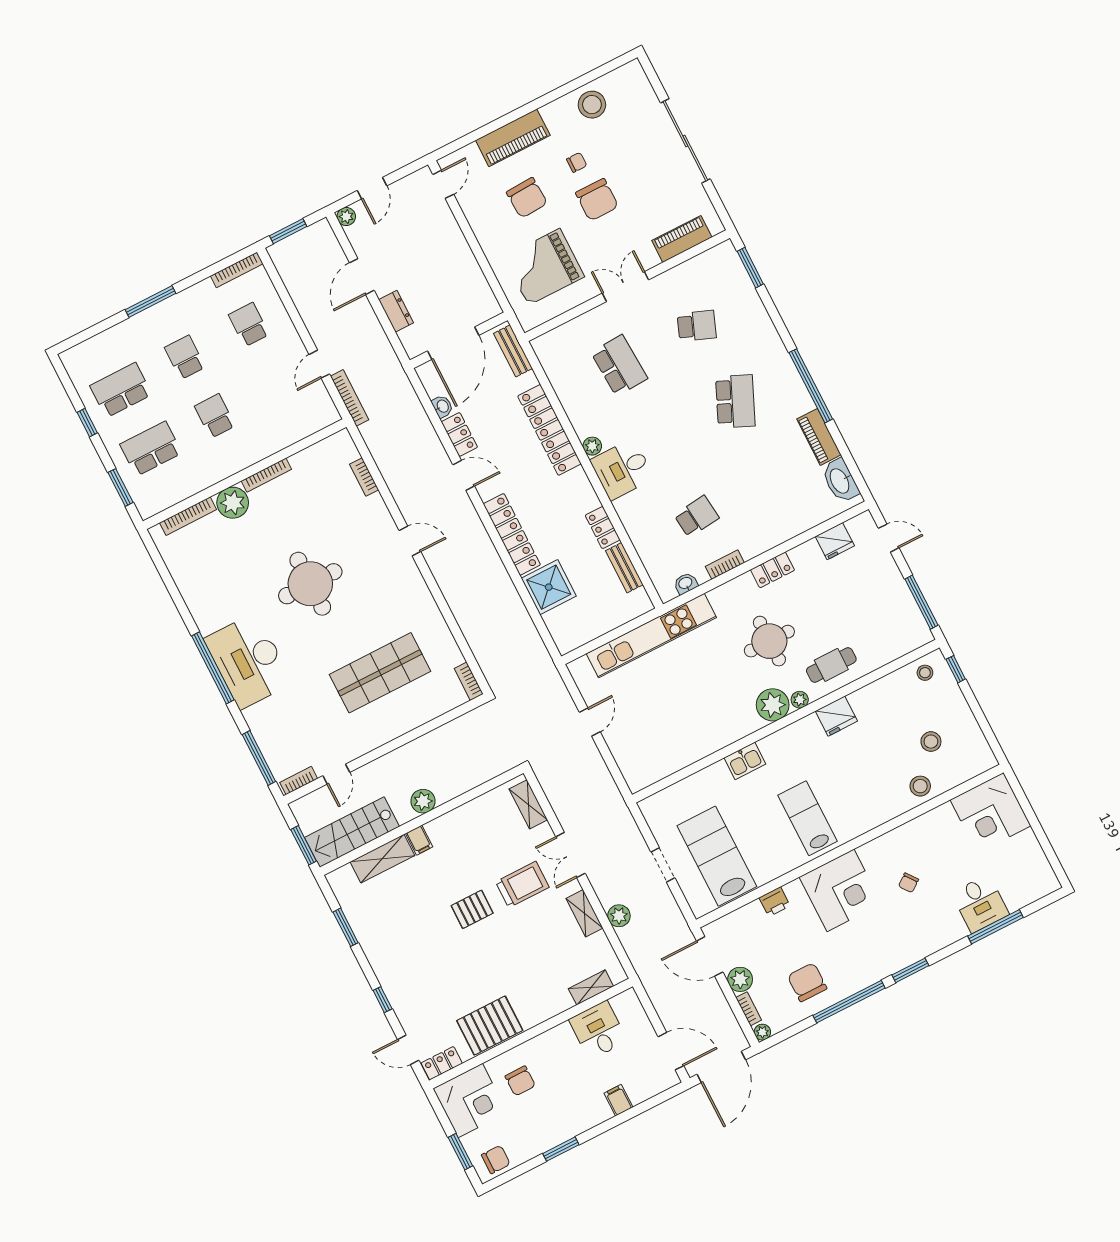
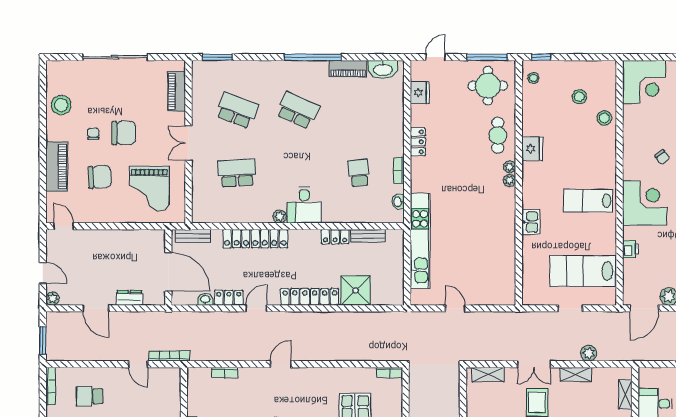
school desk: (697, 326) -> (237, 110), width x1.85
round table: (769, 641) -> (488, 86), moved
plant: (773, 705) -> (509, 180), width x0.53, depth x0.53

